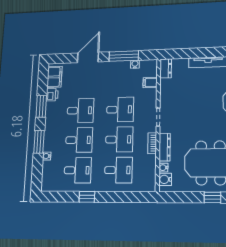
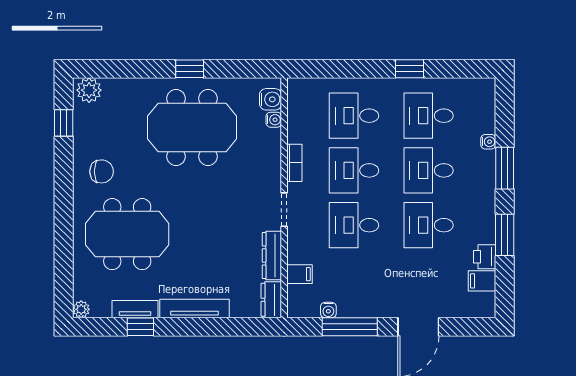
filing cabinet: (54, 77) -> (482, 281), width x0.50
dresser: (165, 147) -> (272, 256), moved

